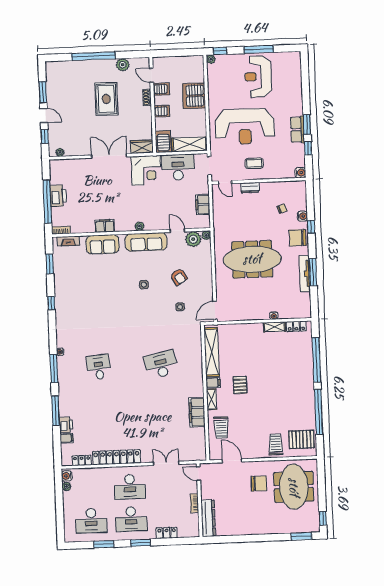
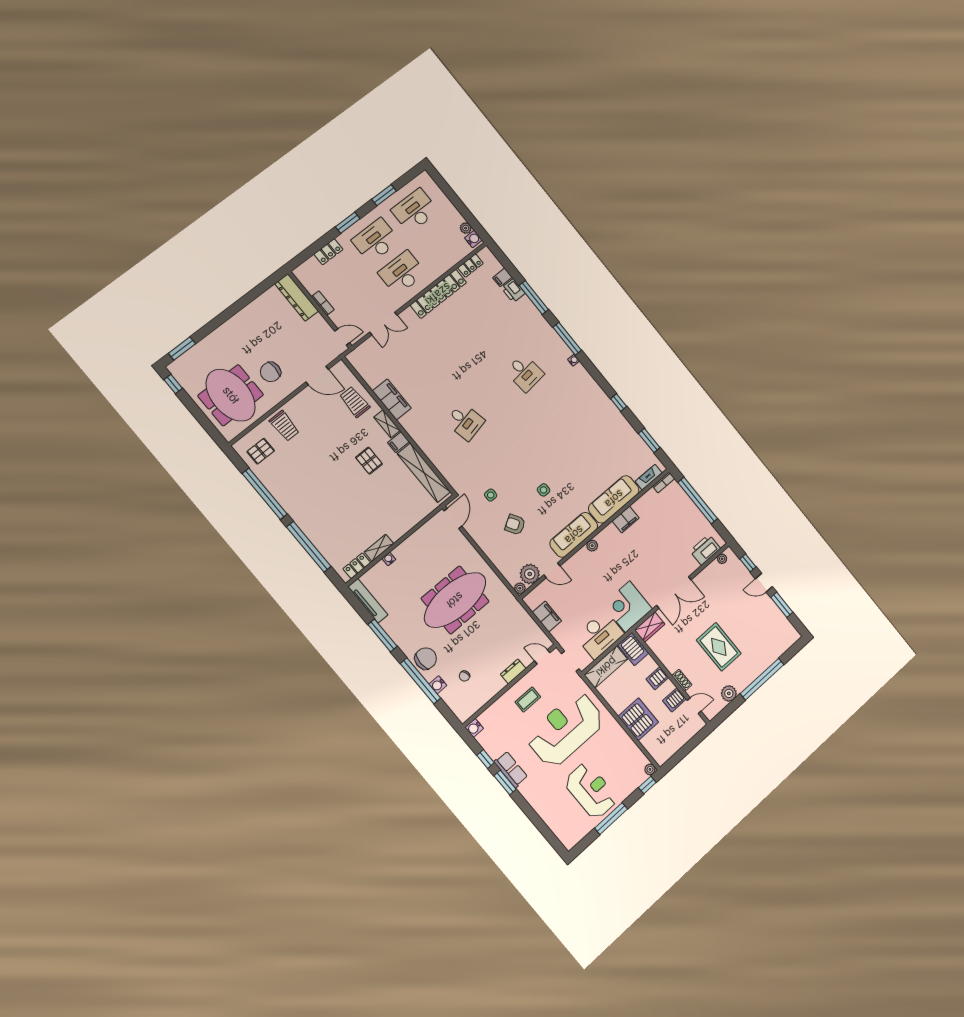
printer: (58, 196) -> (705, 550), moved, turned 90
window: (311, 227) -> (420, 681), width x3.17
sofa: (103, 244) -> (614, 499), width x1.36
tv unit: (305, 274) -> (368, 601), moved
desk: (161, 365) -> (465, 421), width x0.73
pallet: (301, 439) -> (261, 451), width x0.67, depth x0.71

